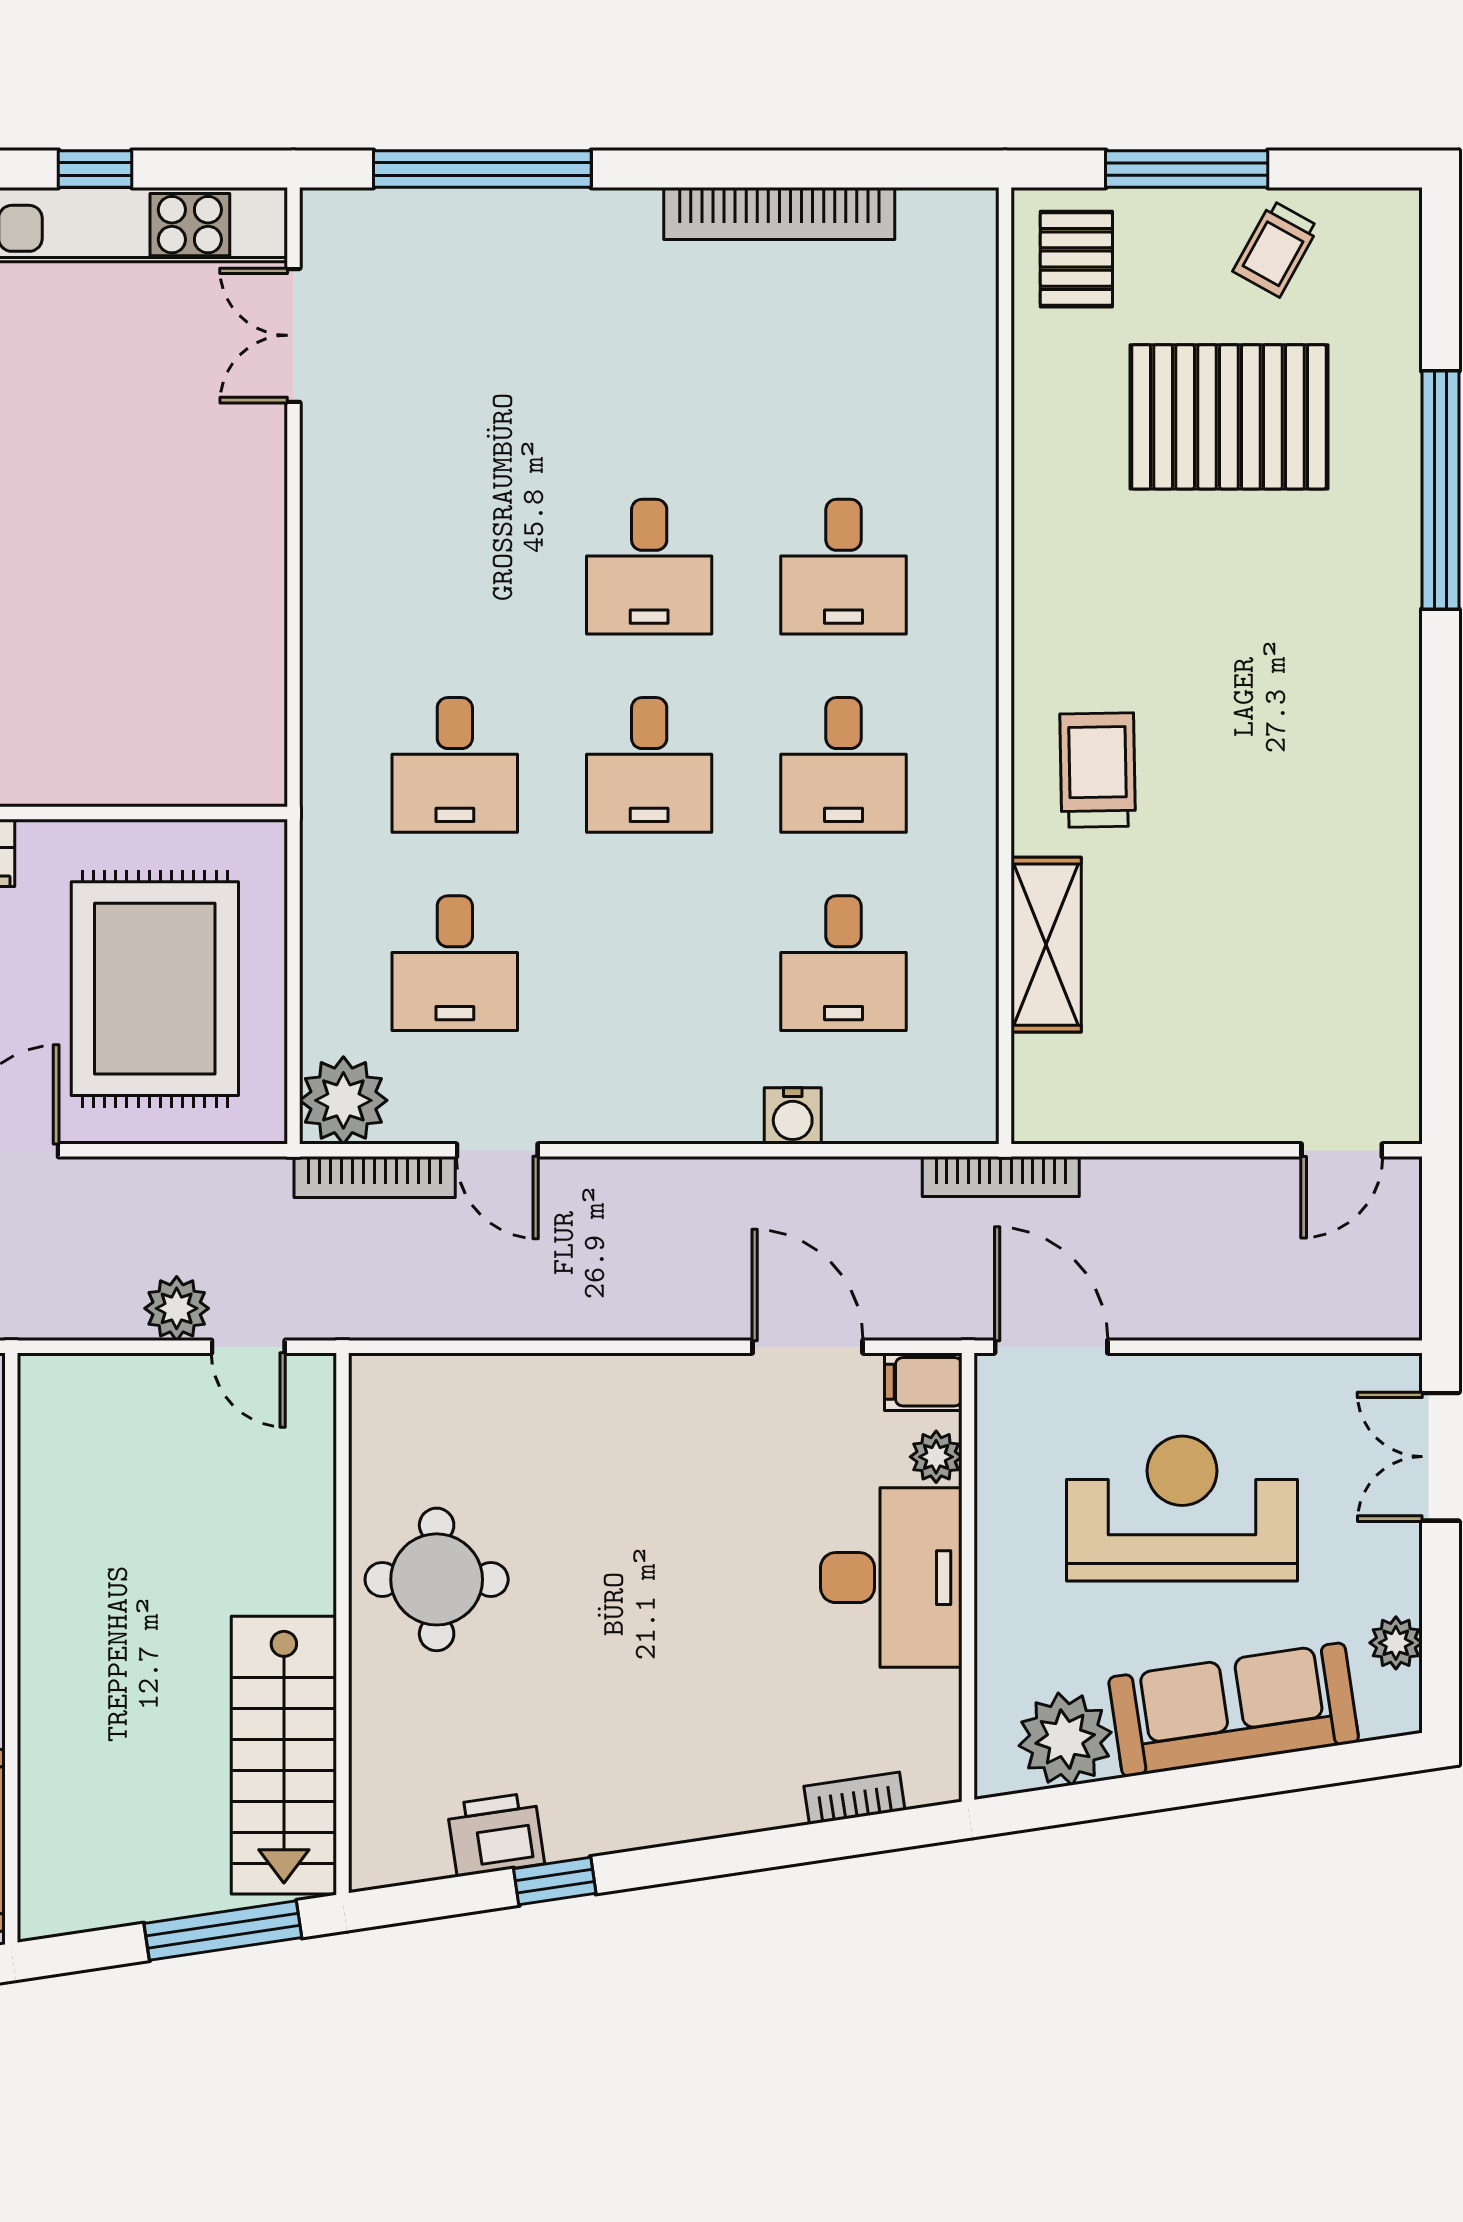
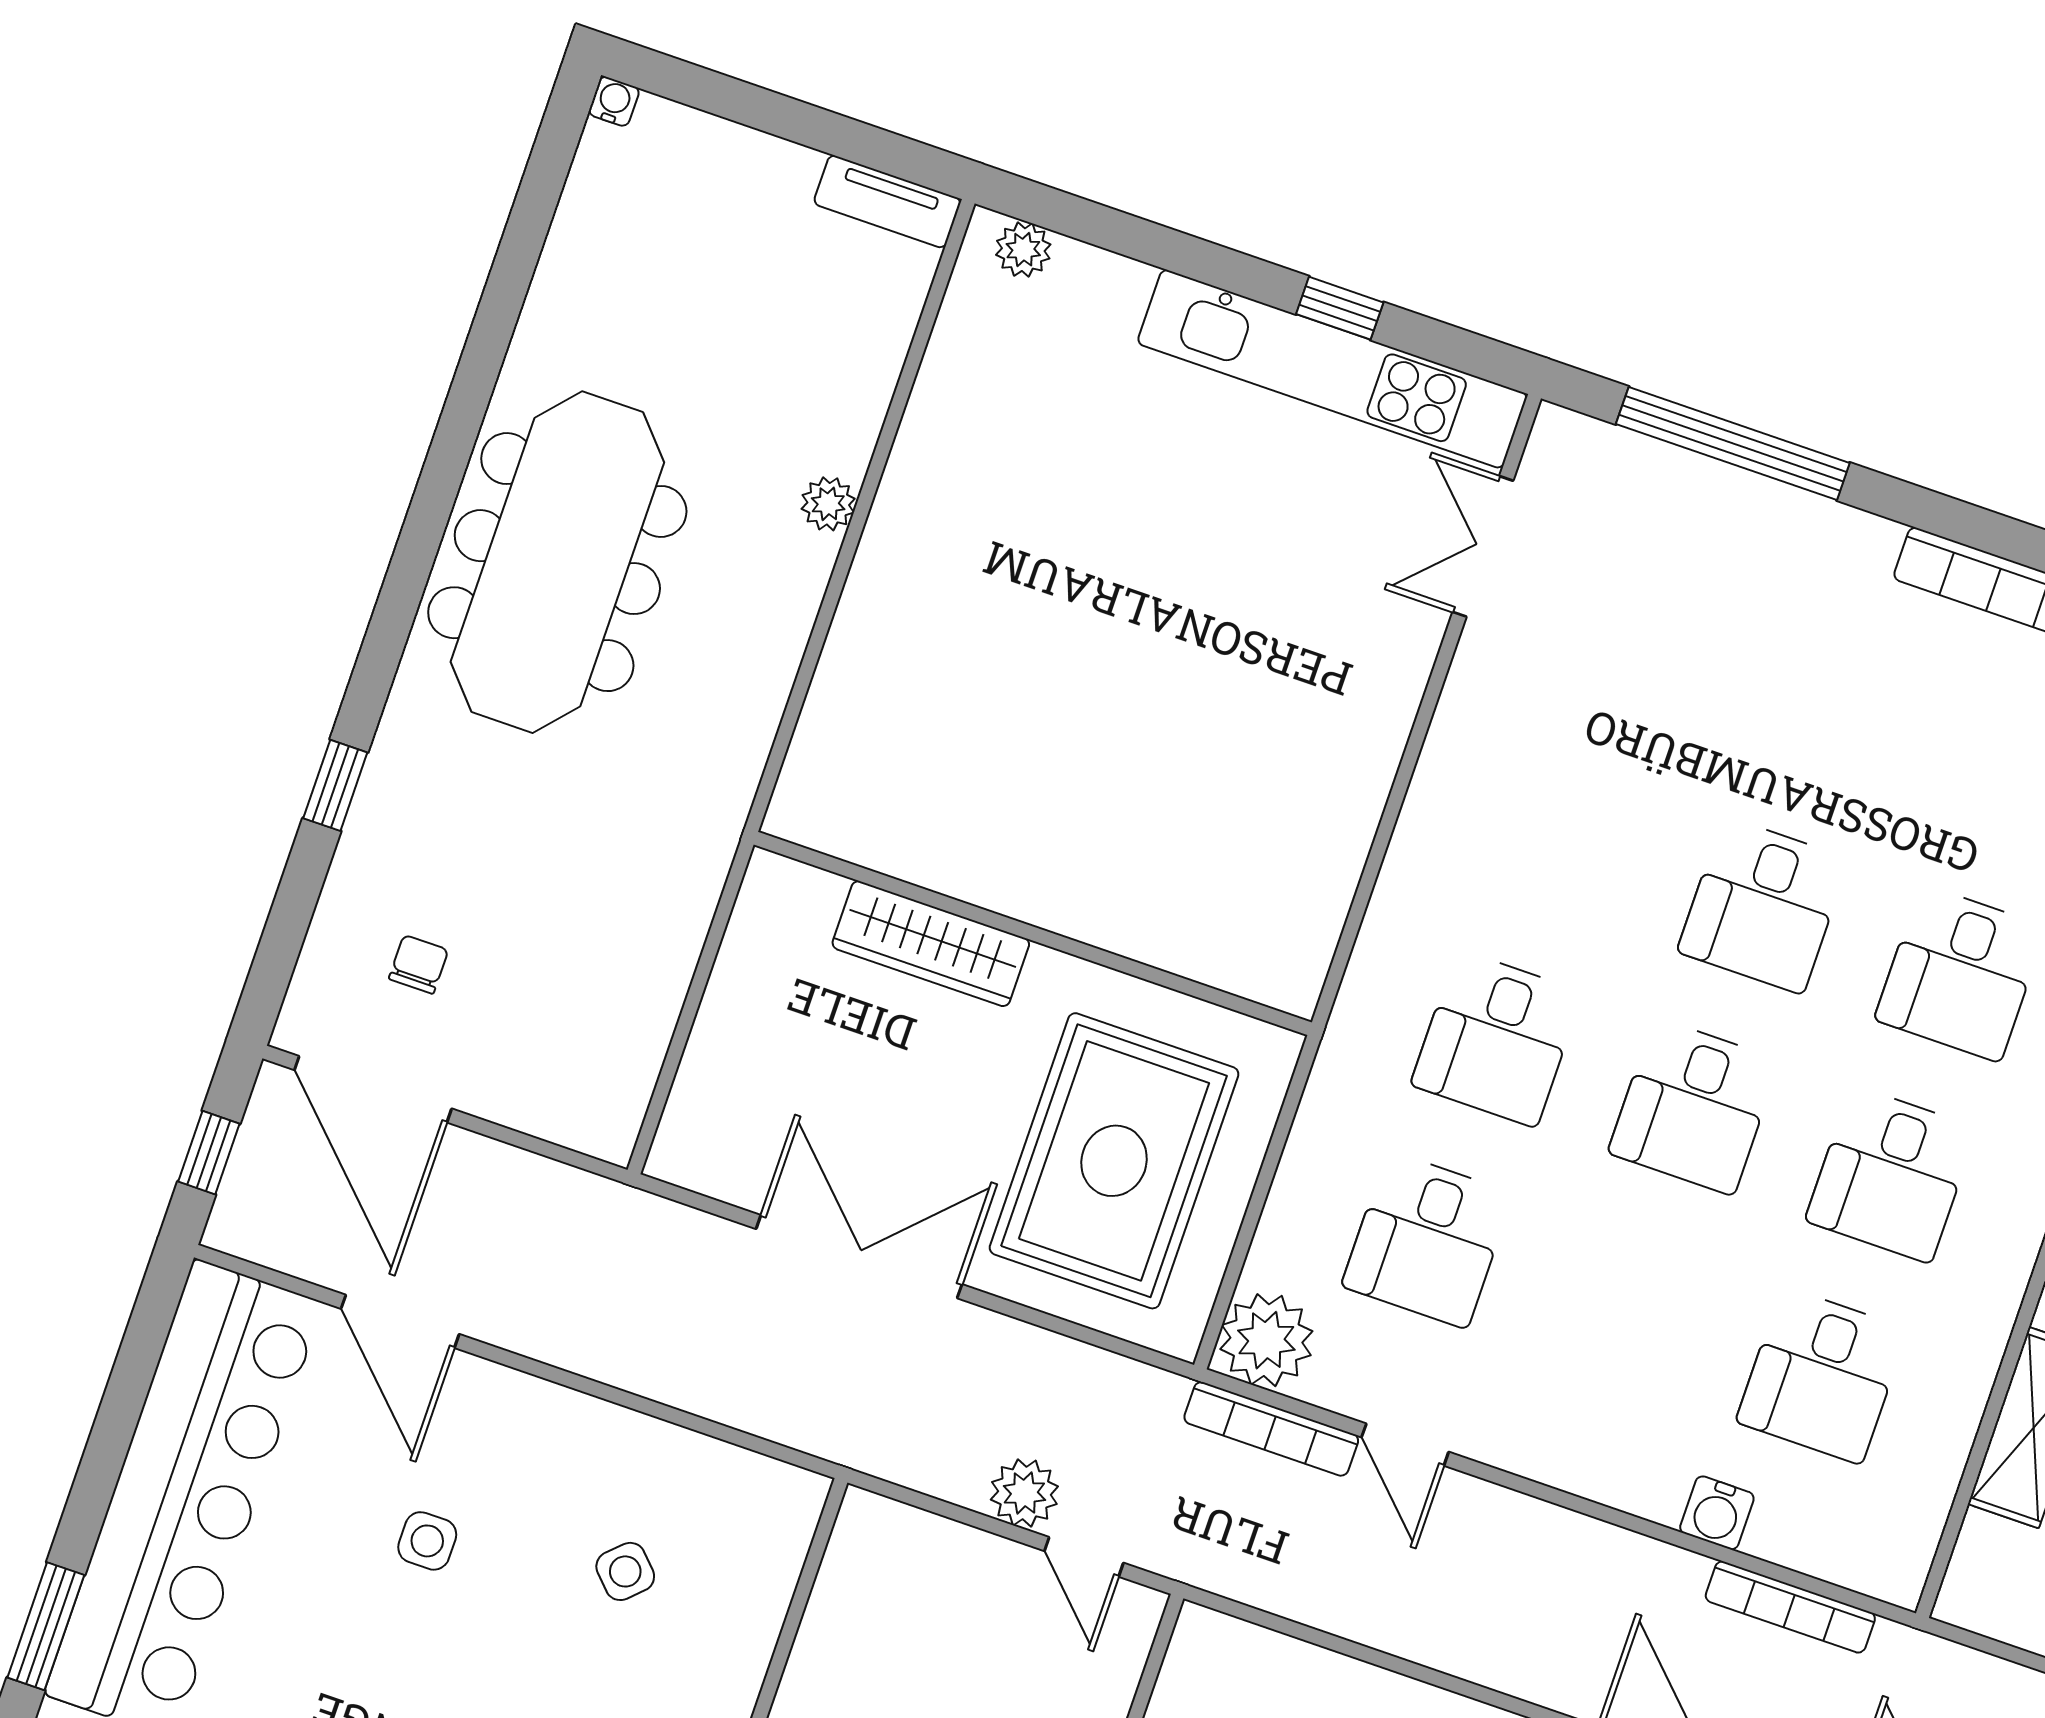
bookcase: (1001, 1177) -> (1790, 1607), moved

